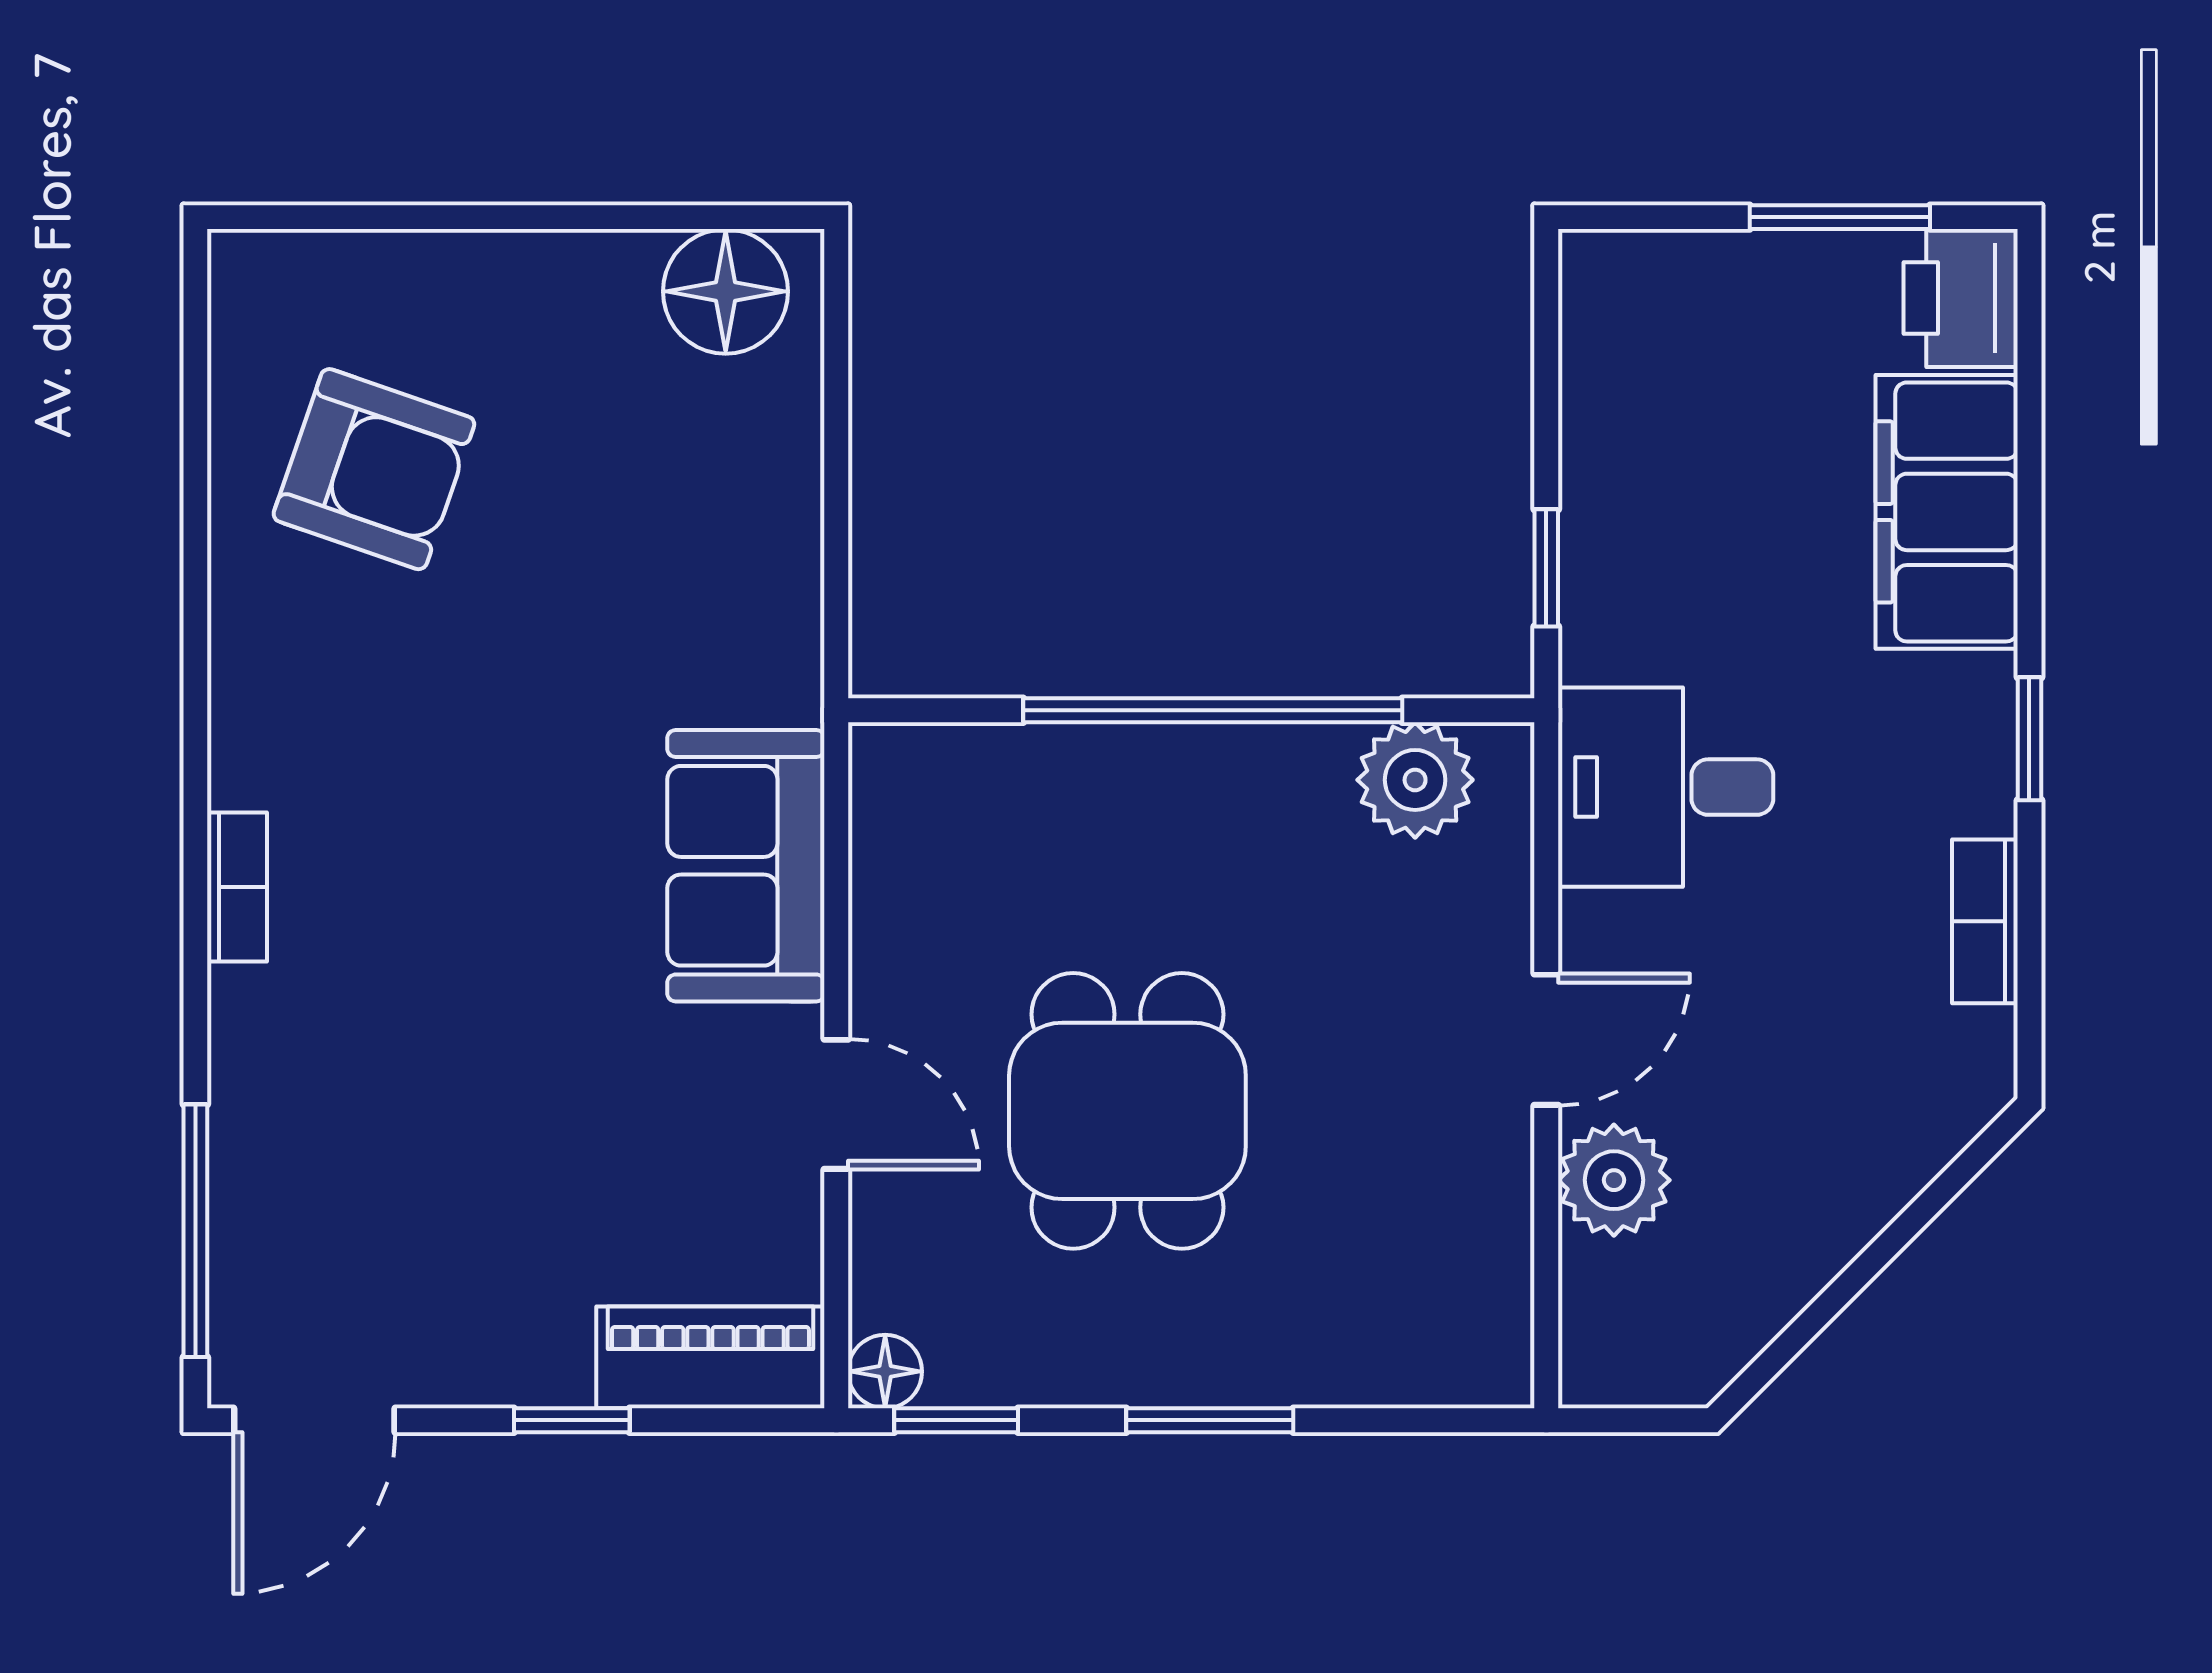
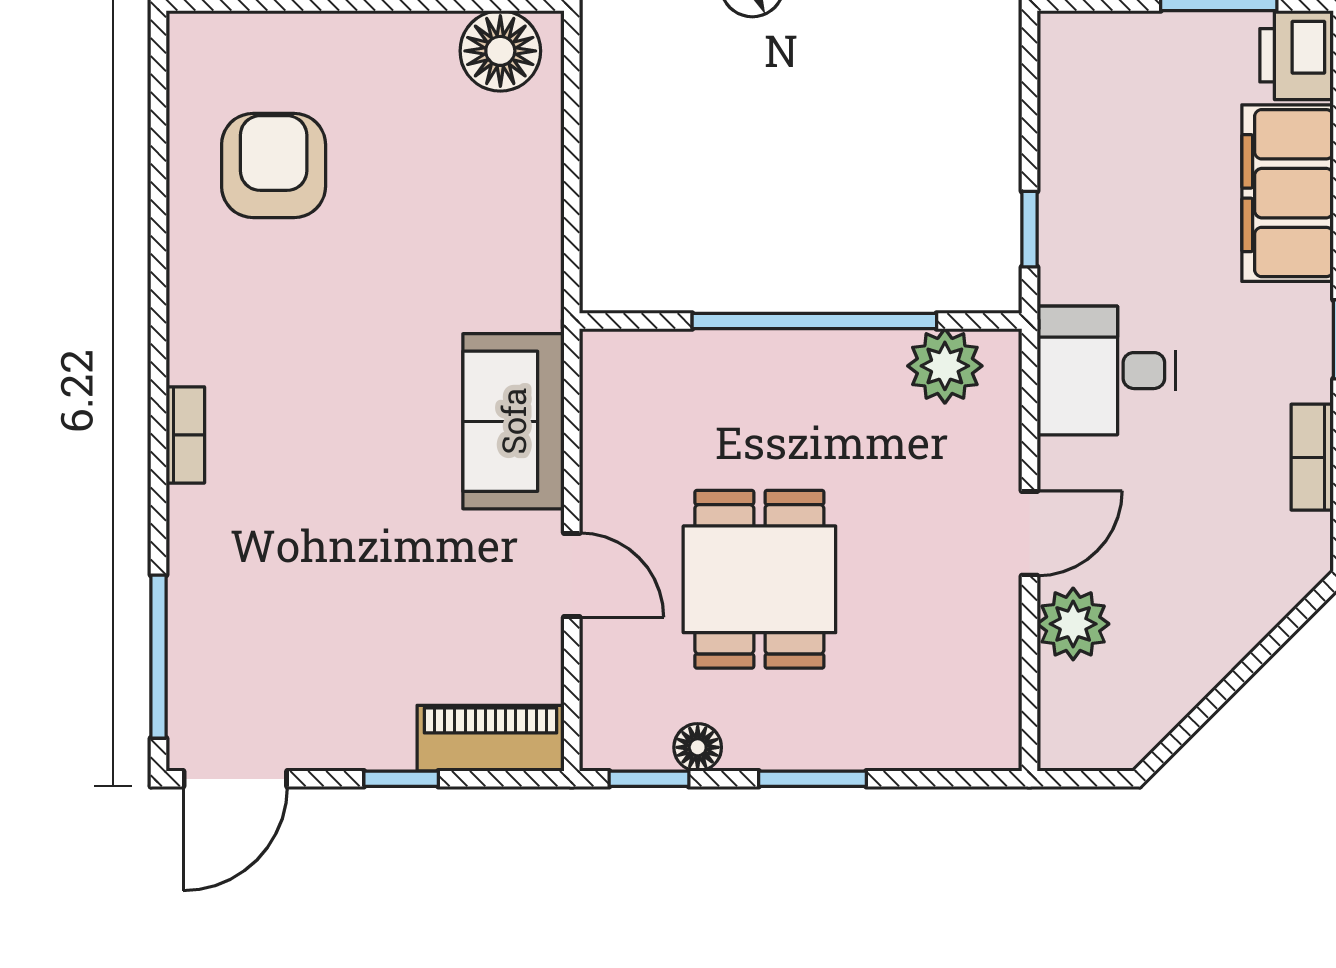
armchair: (374, 469) -> (274, 166), turned -109
floor lamp: (885, 1371) -> (698, 747), moved

